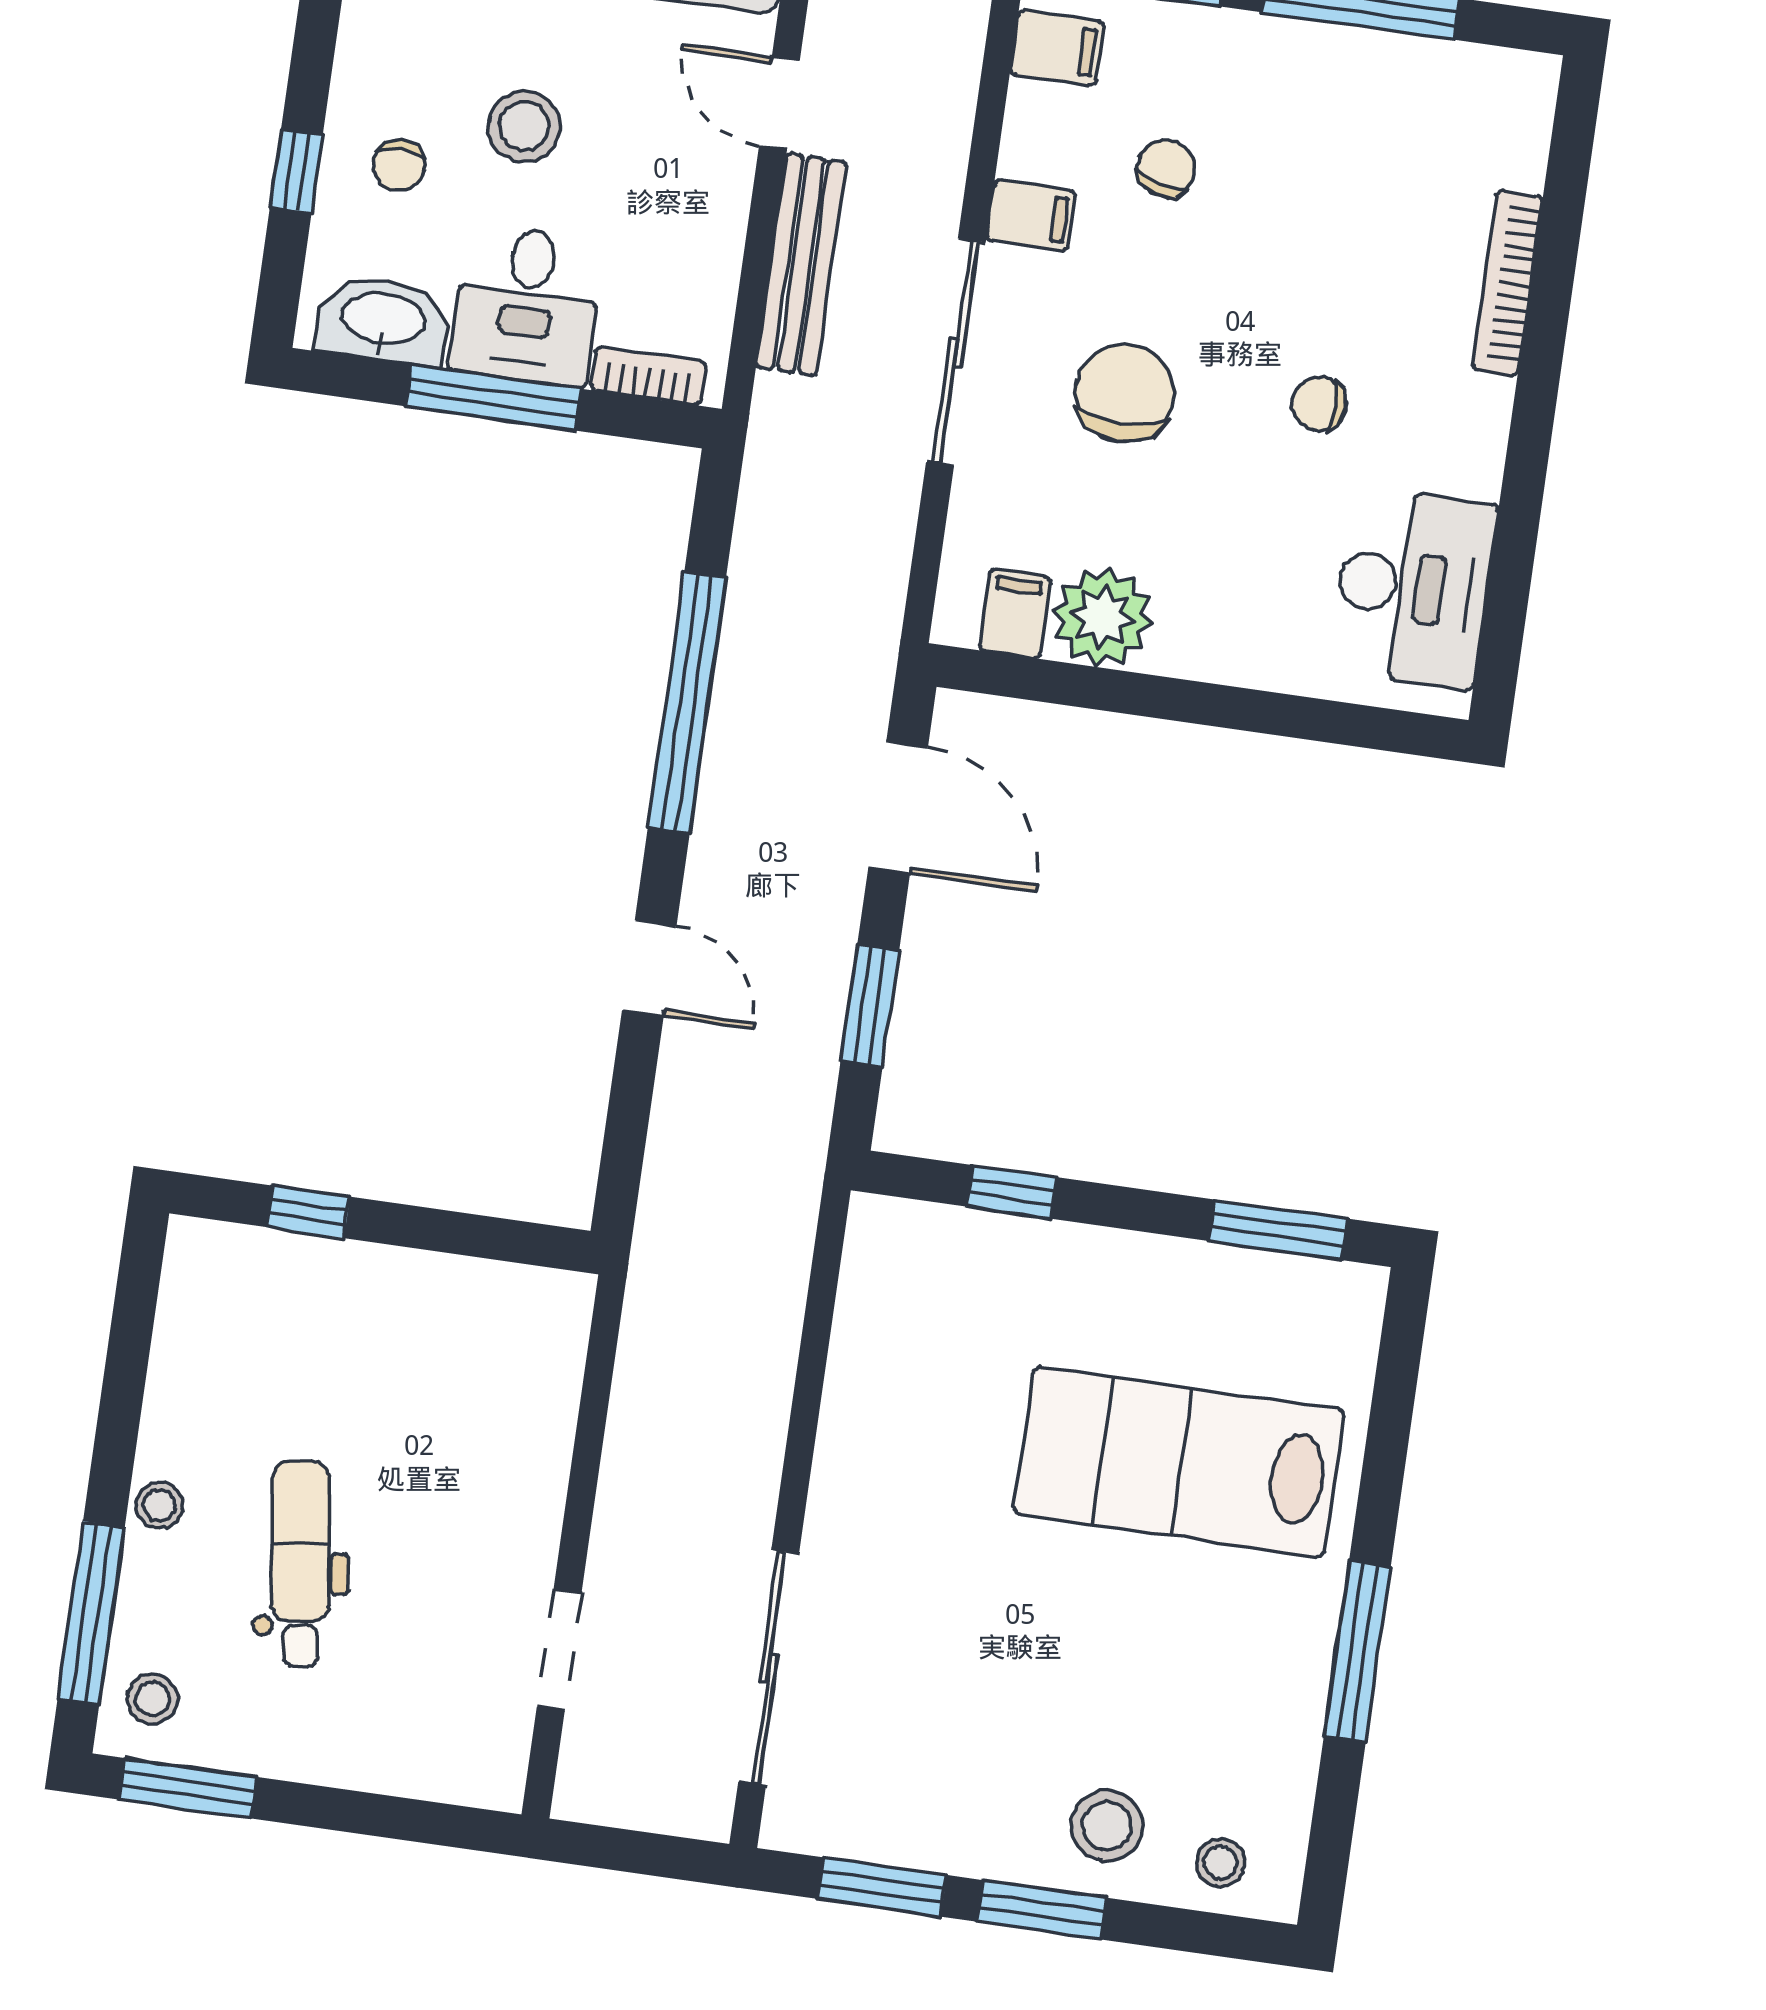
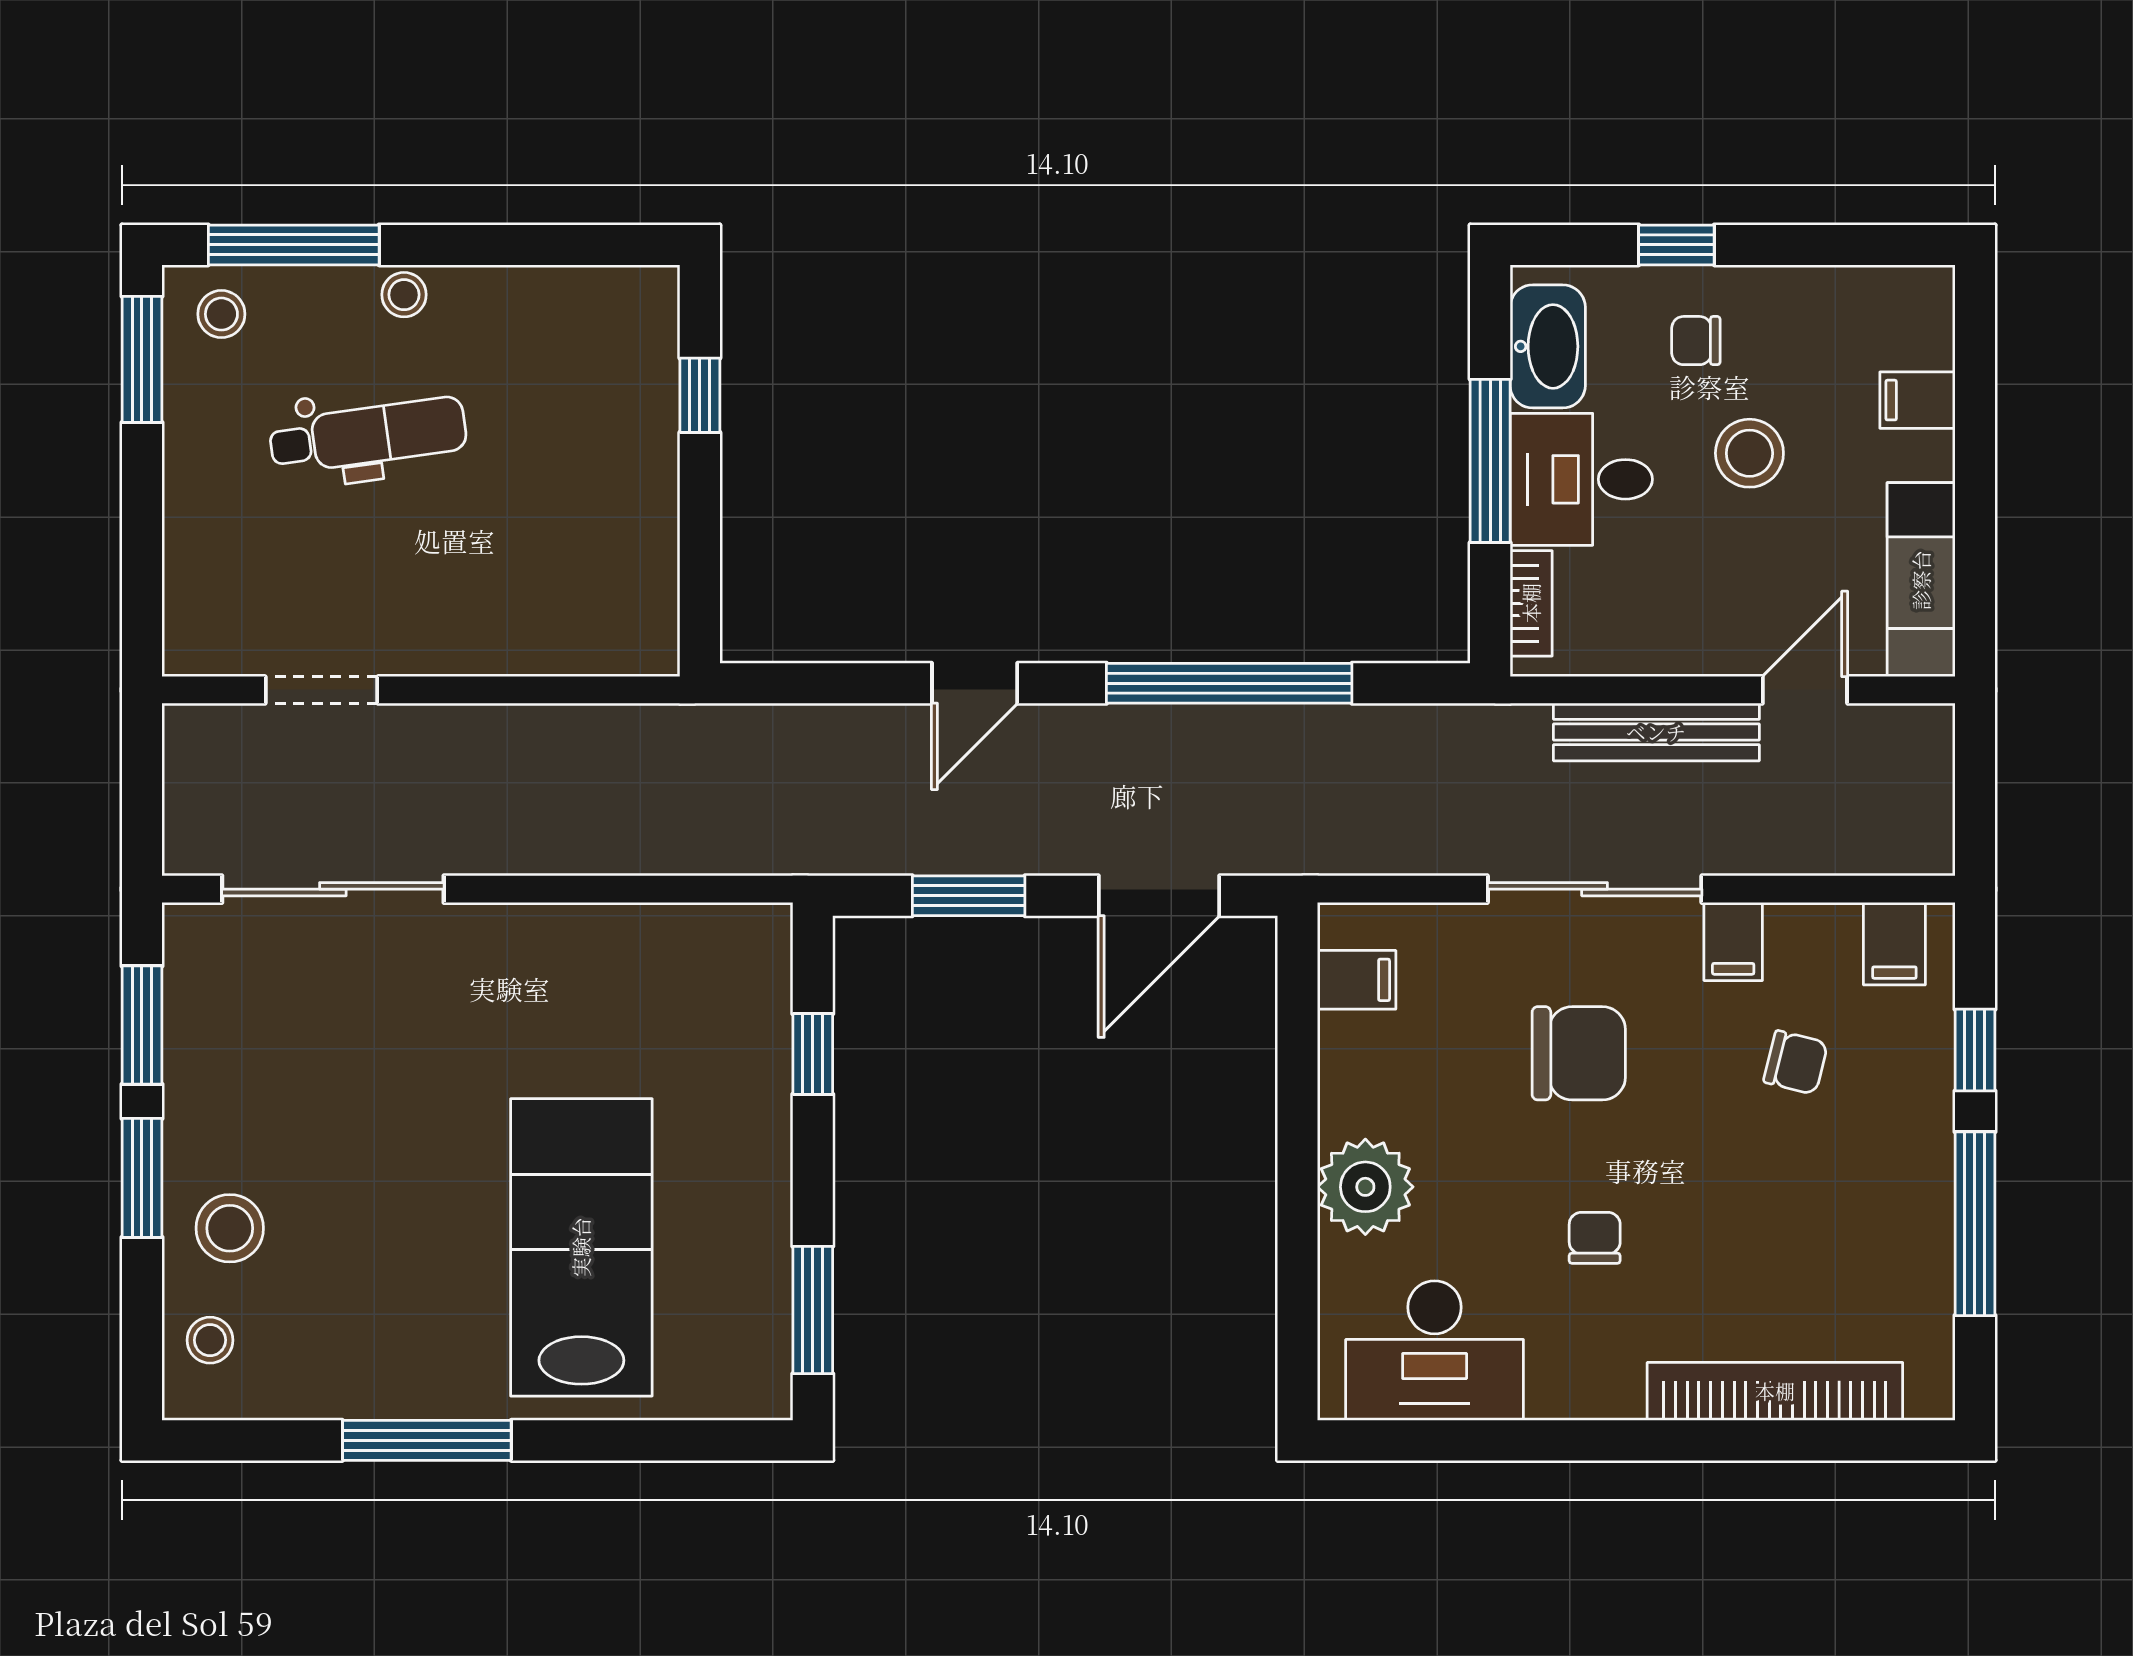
bookcase: (1507, 283) -> (1775, 1391), width x1.48, depth x1.31
plant: (1102, 617) -> (1365, 1187), moved

